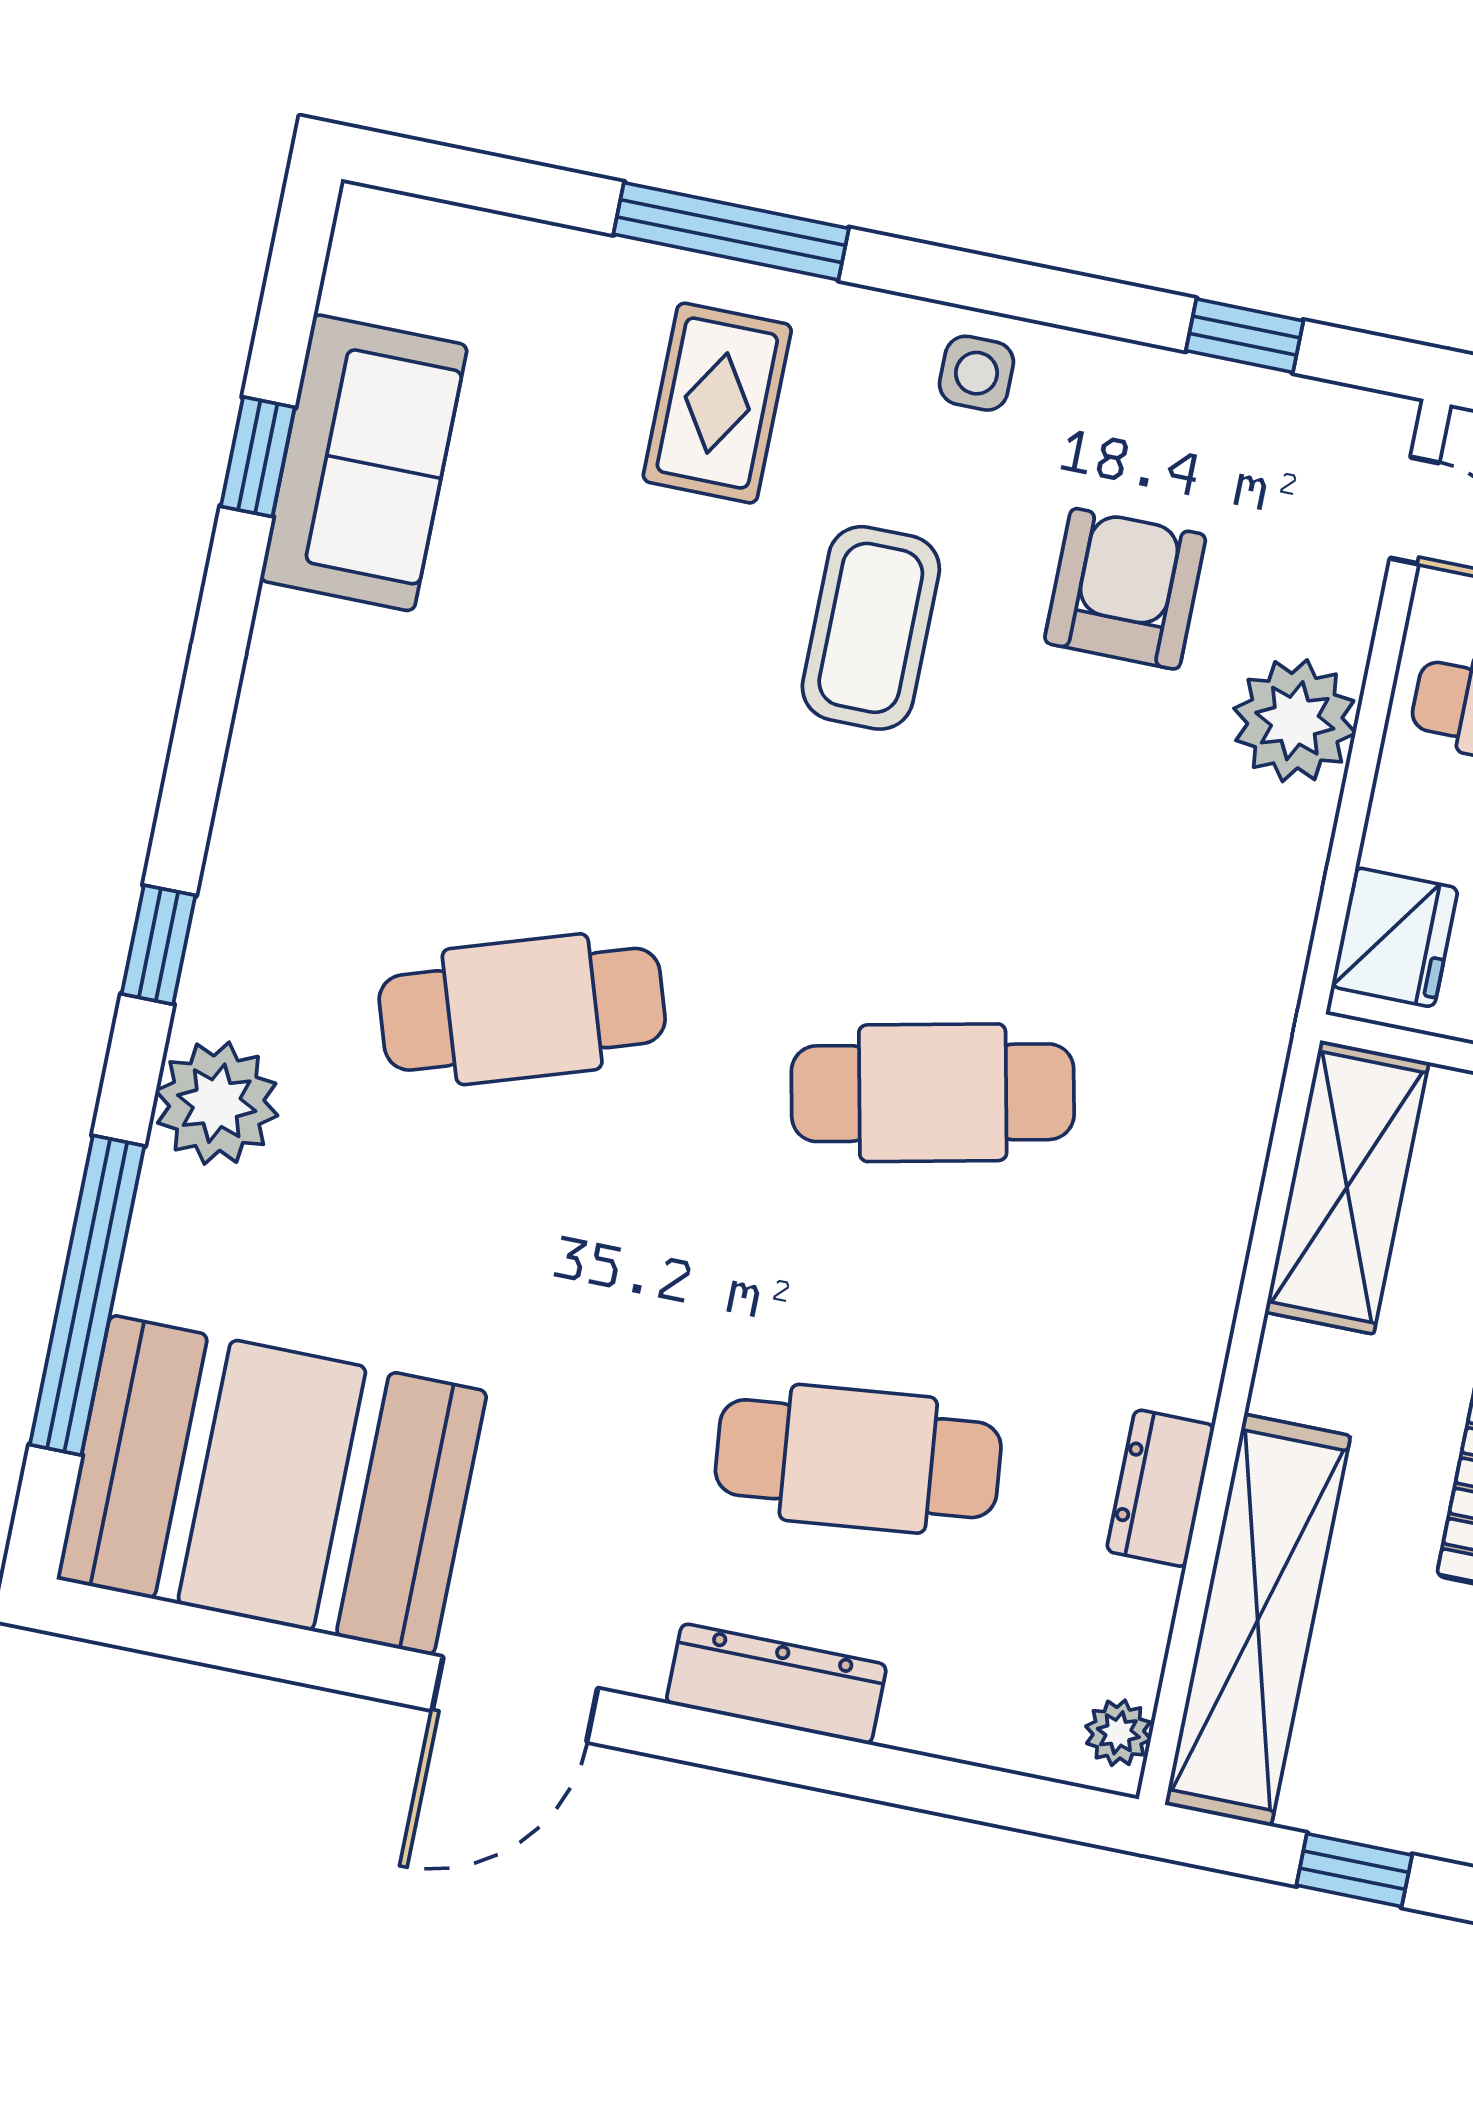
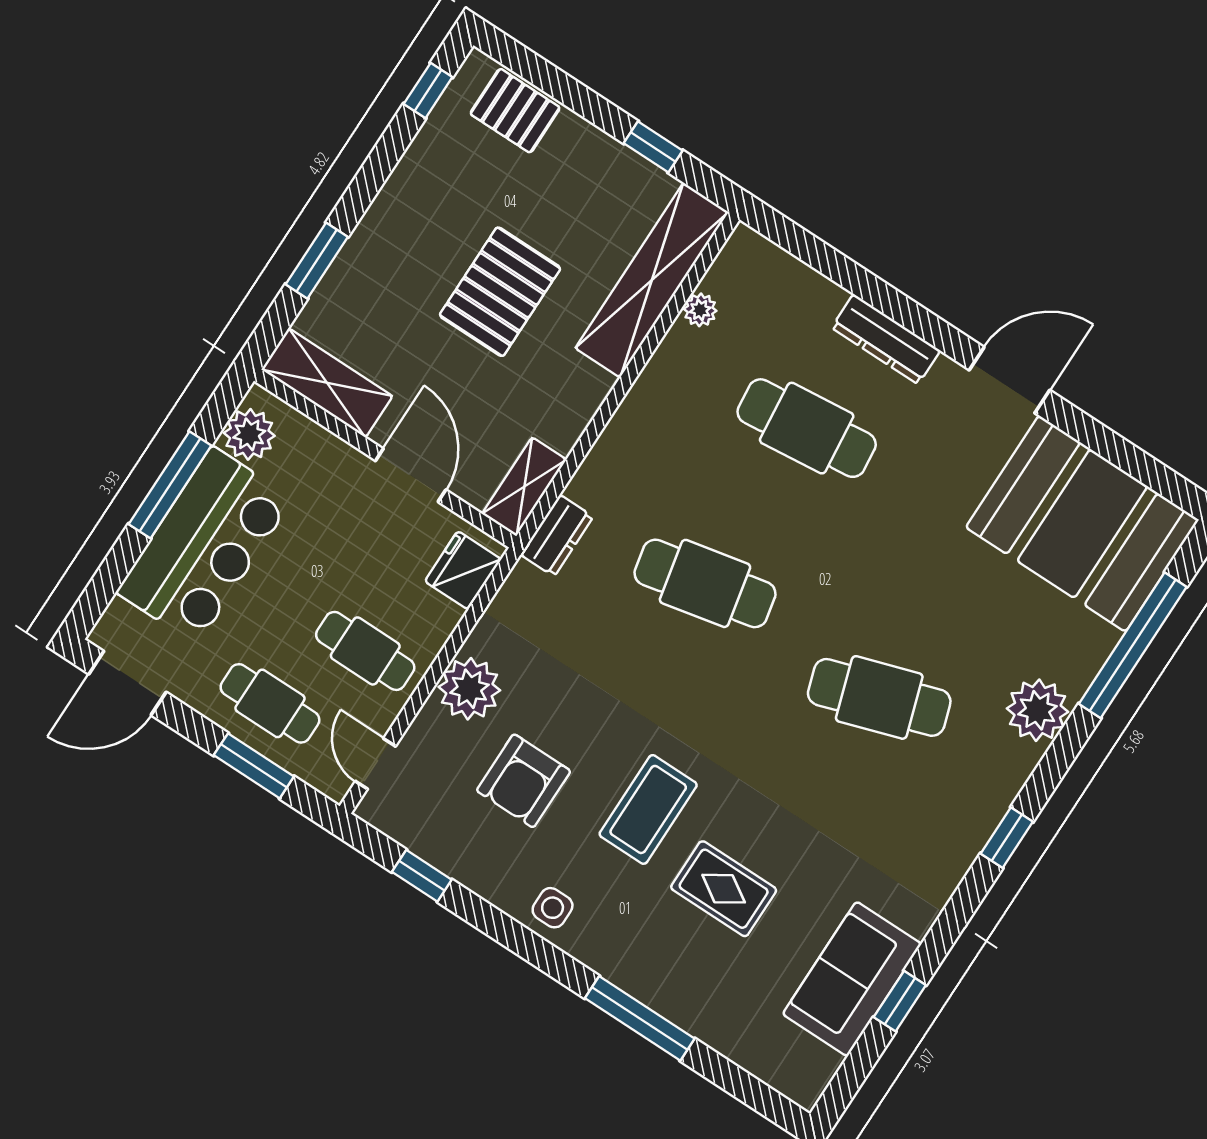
rug: (717, 403) -> (724, 889), moved, turned 90
window: (158, 945) -> (1007, 838), moved
shelving: (1347, 1187) -> (524, 487), width x0.67, depth x0.75
dresser: (1160, 1488) -> (557, 536), moved
plant: (1118, 1733) -> (700, 310), moved

